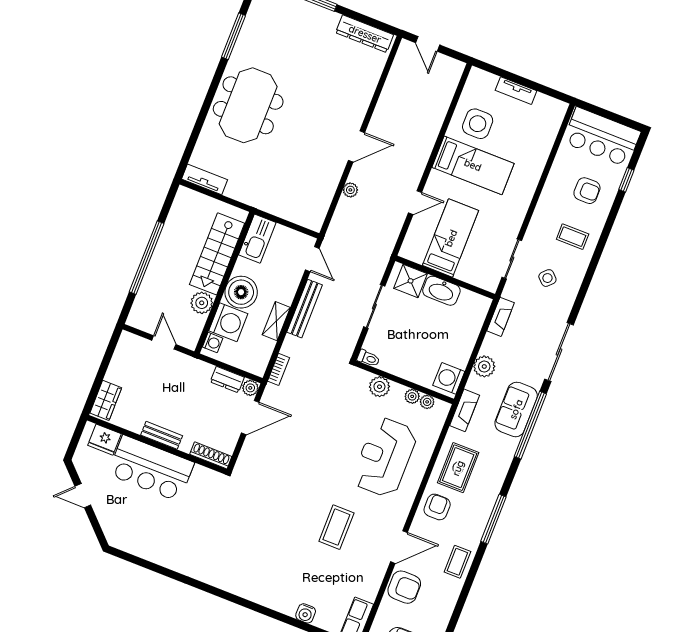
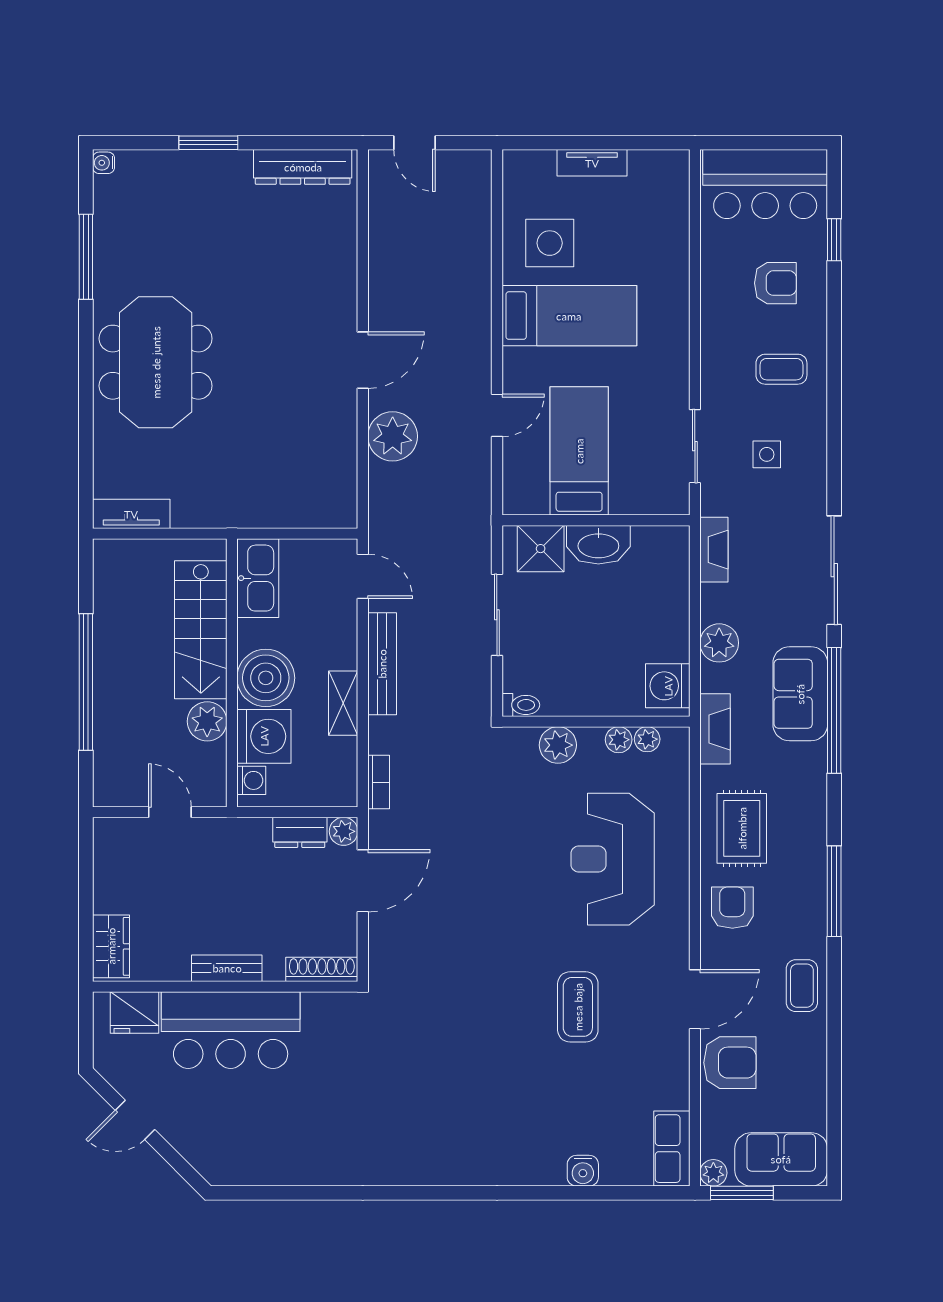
plant: (350, 190) -> (393, 436), width x1.88, depth x1.88
side table: (547, 278) -> (767, 454), turned 45

